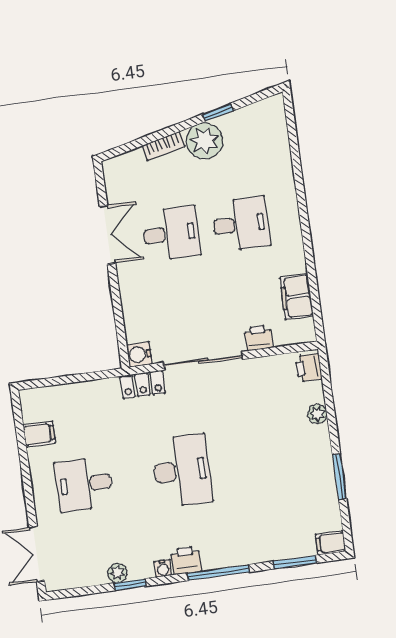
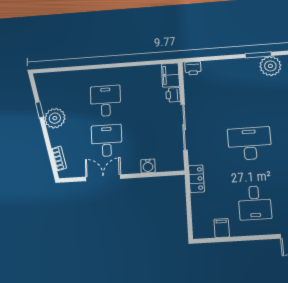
bookcase: (164, 146) -> (59, 158), moved
filing cabinet: (297, 297) -> (170, 75), moved, turned 90
water cooler: (139, 354) -> (148, 166), moved
locker: (143, 385) -> (196, 179), moved
plant: (317, 414) -> (270, 66), moved, width x1.88, depth x1.88

